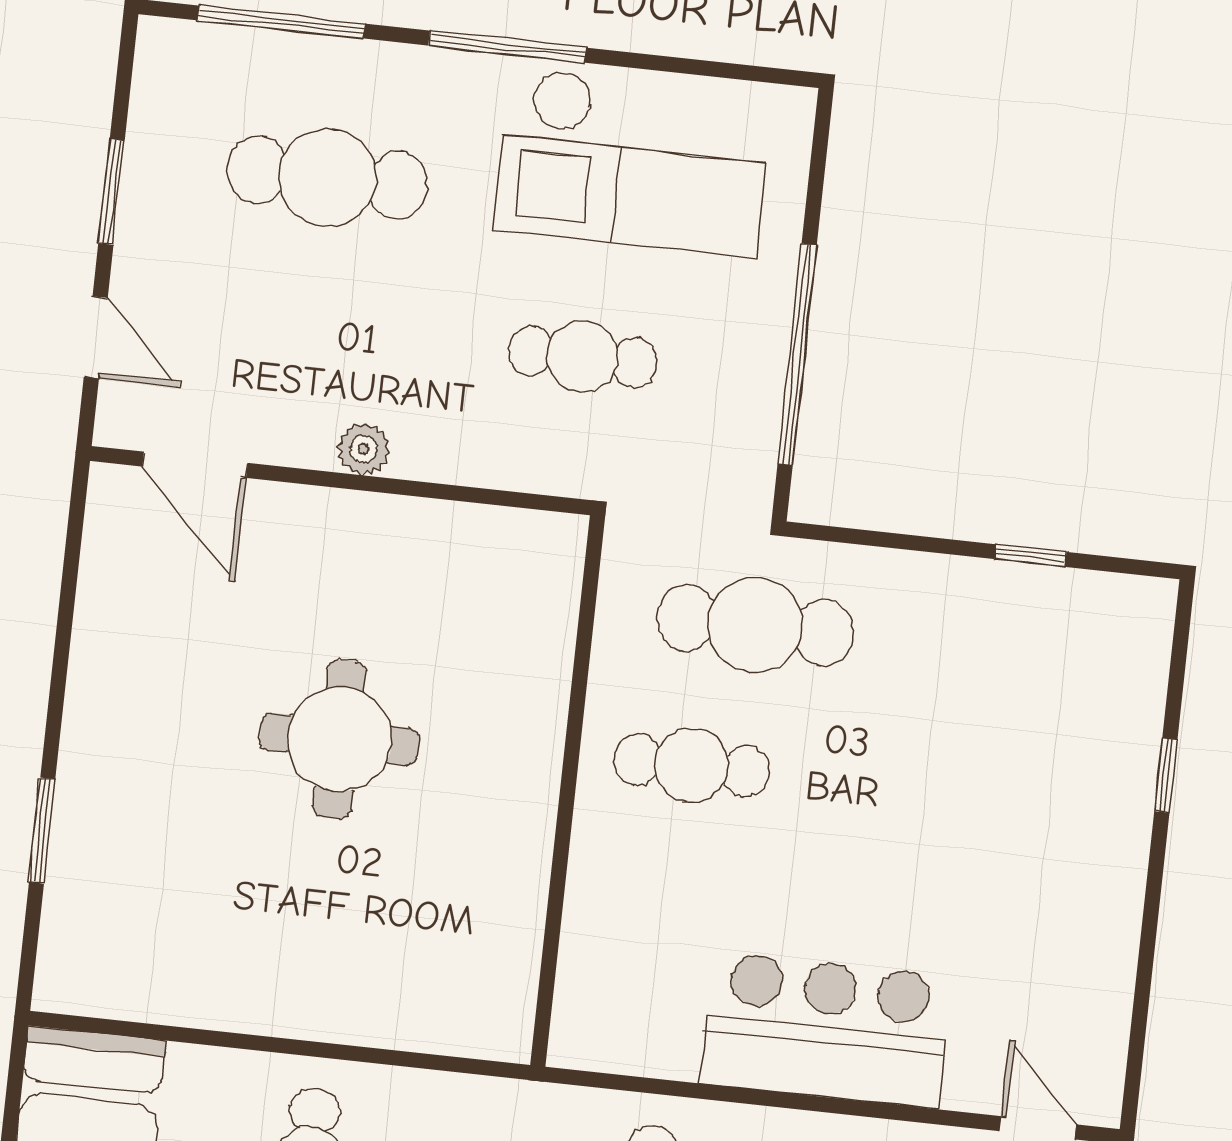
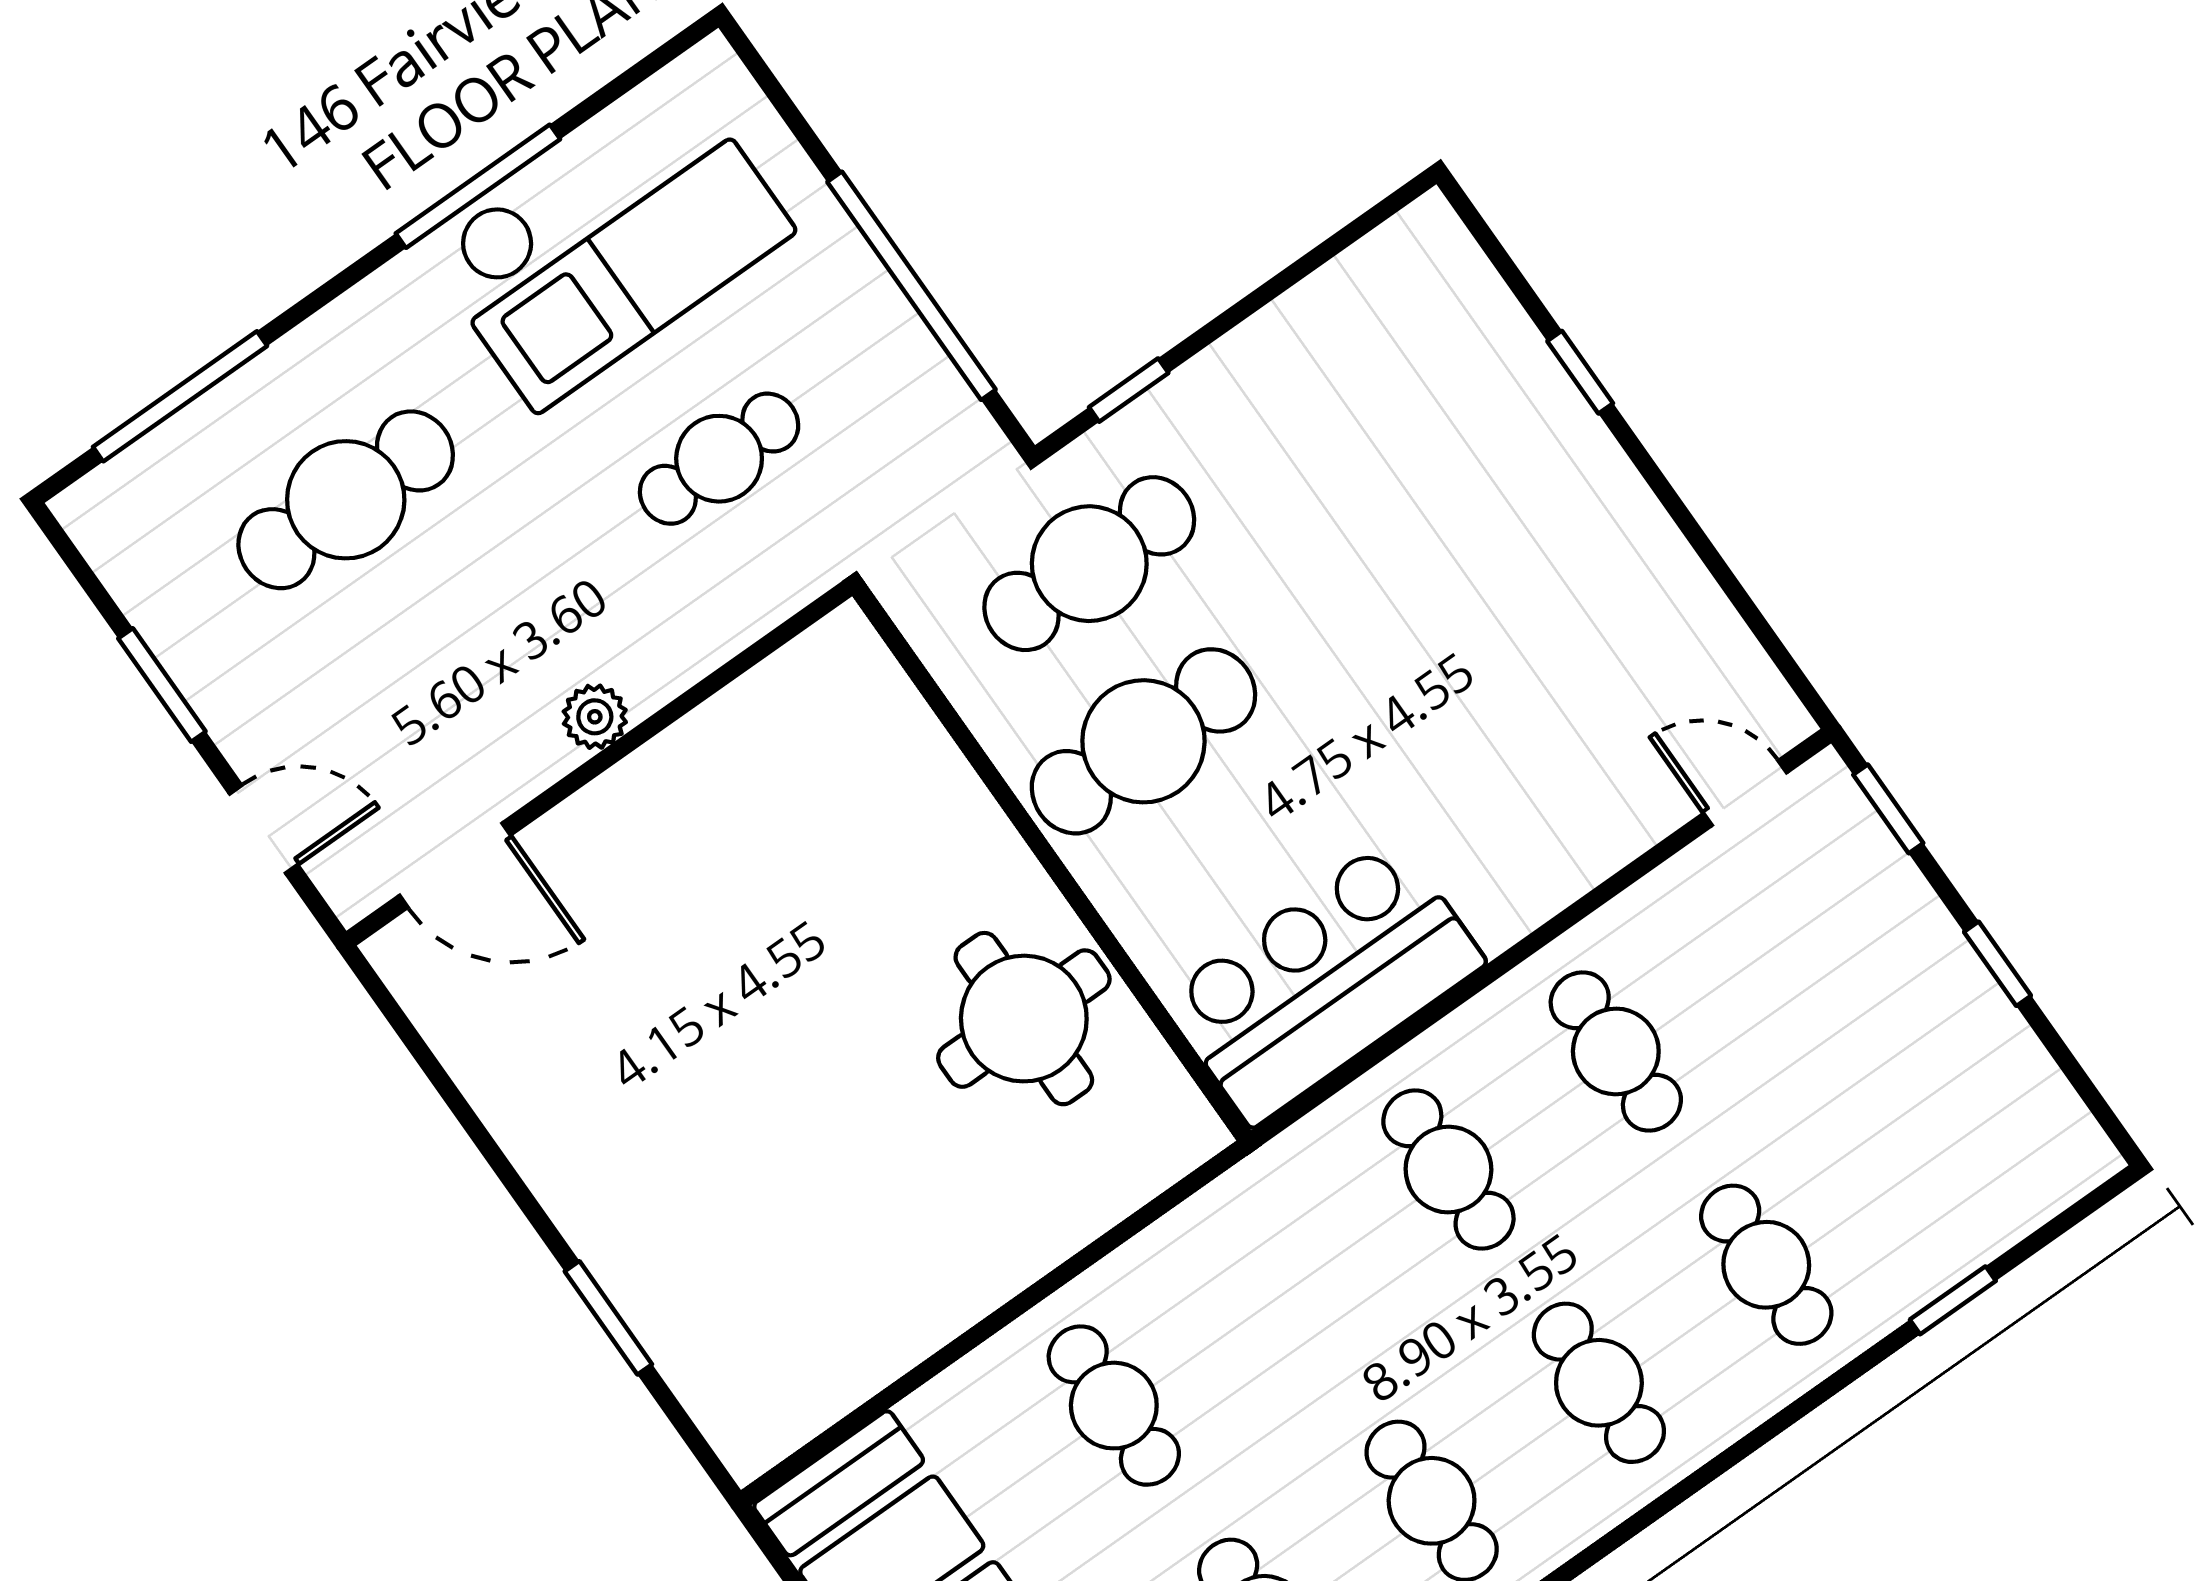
window: (507, 47) -> (478, 186), moved
window: (1031, 556) -> (1129, 390), moved
round table: (339, 739) -> (1024, 1019), moved
cafe table: (692, 765) -> (1143, 741), width x1.37, depth x1.35
bar counter: (826, 1030) -> (1323, 981), moved

